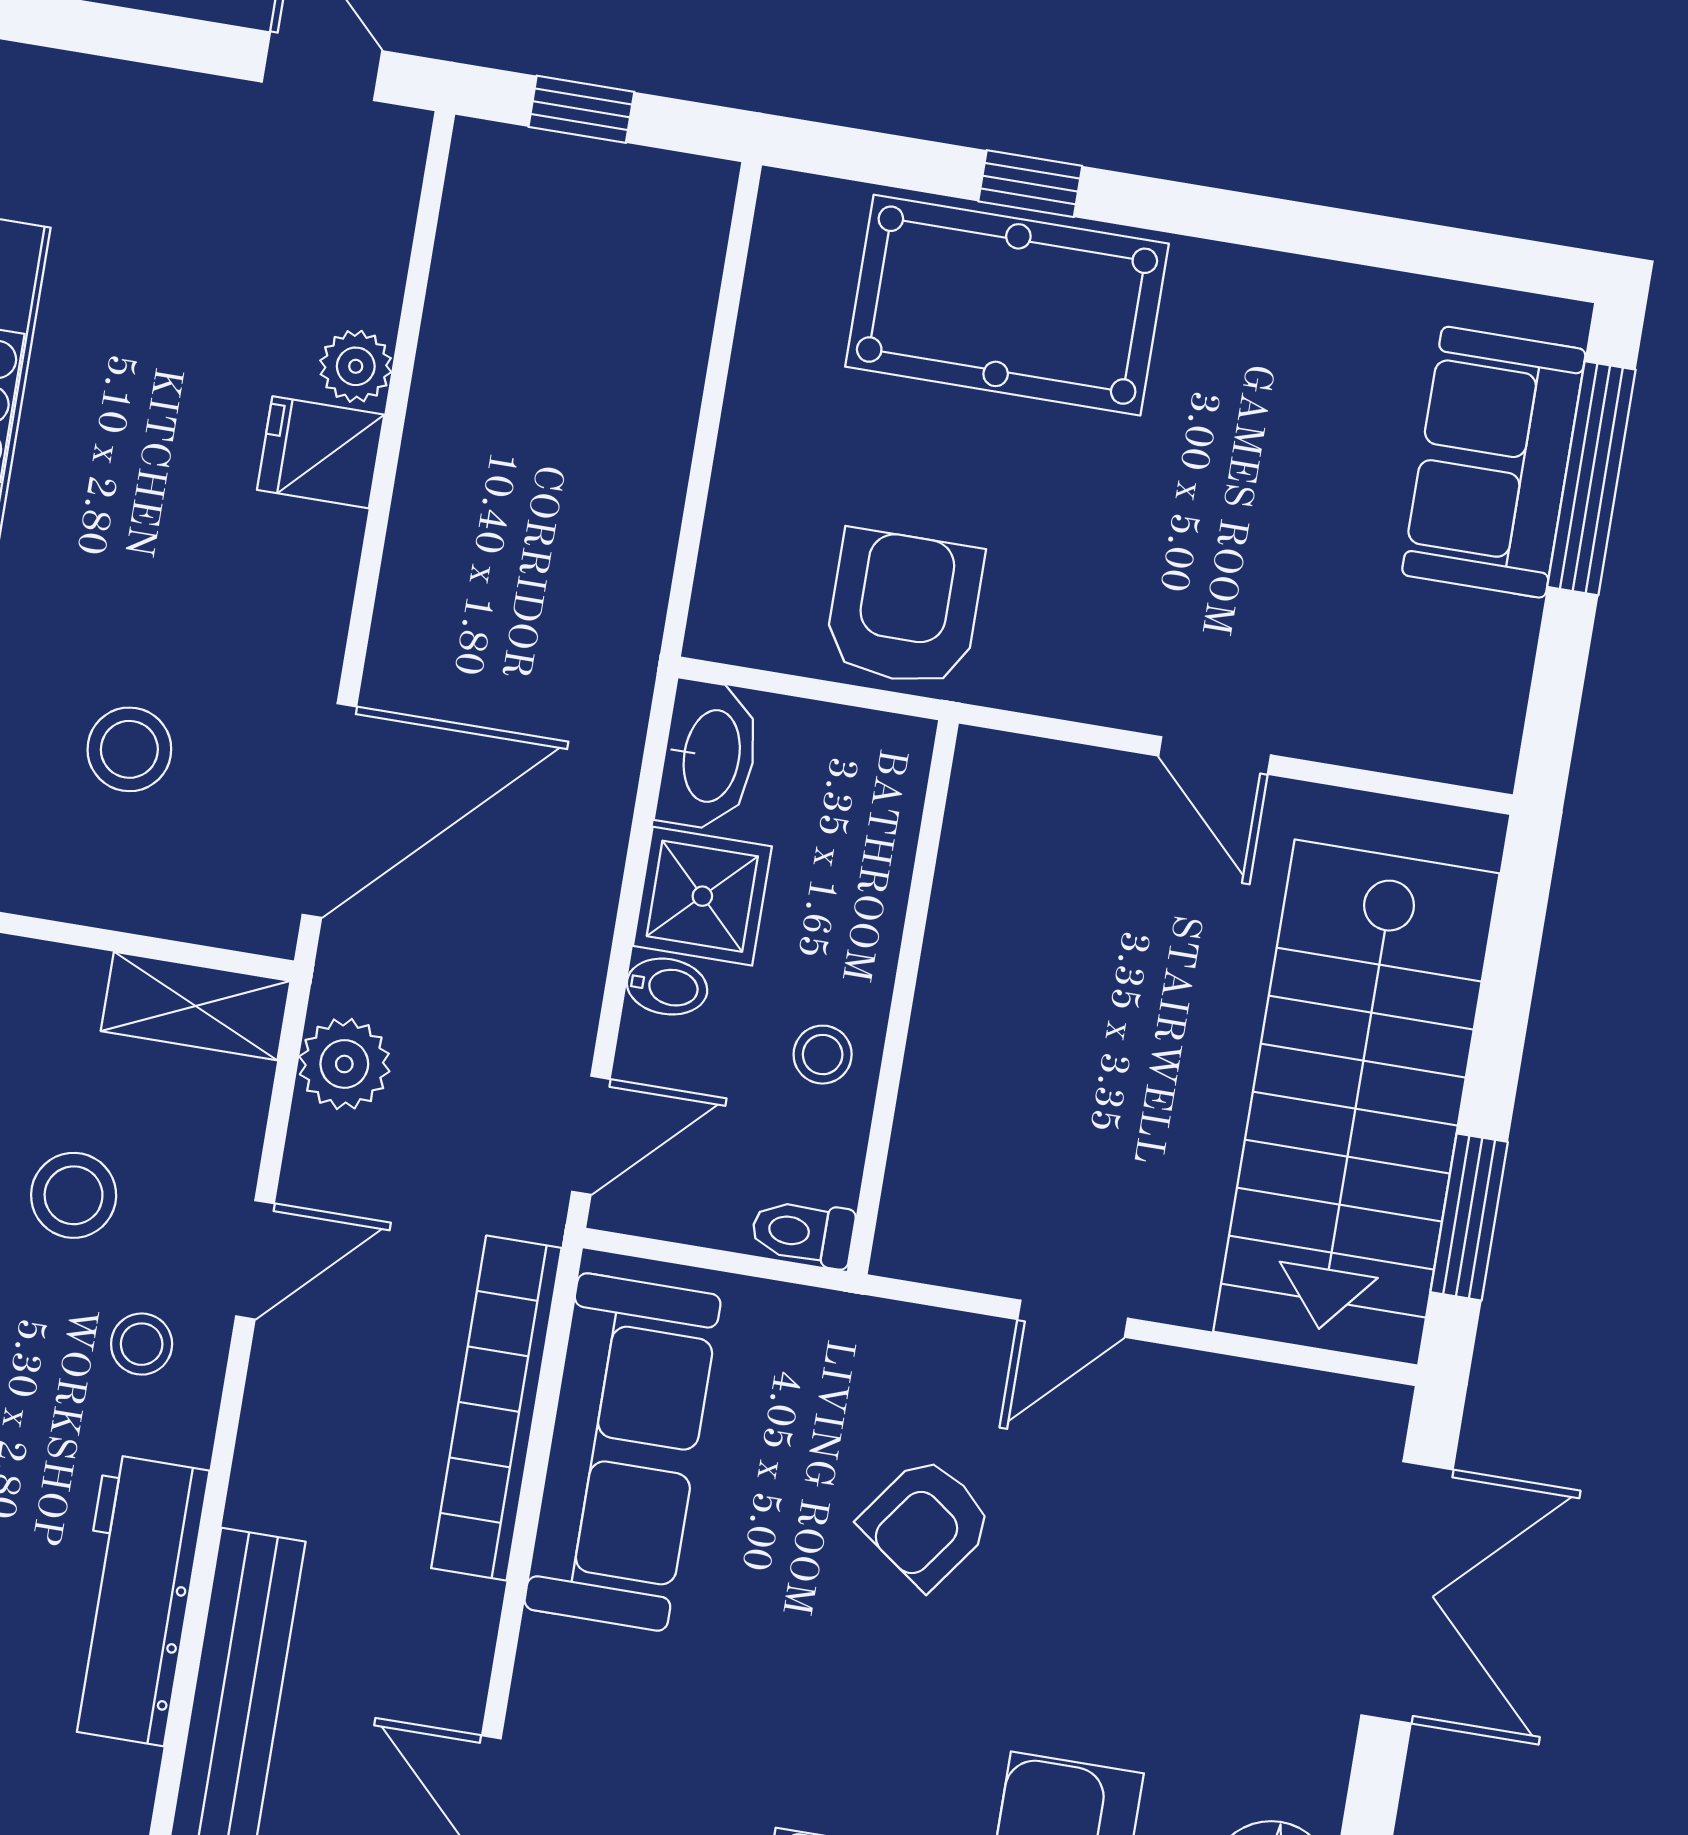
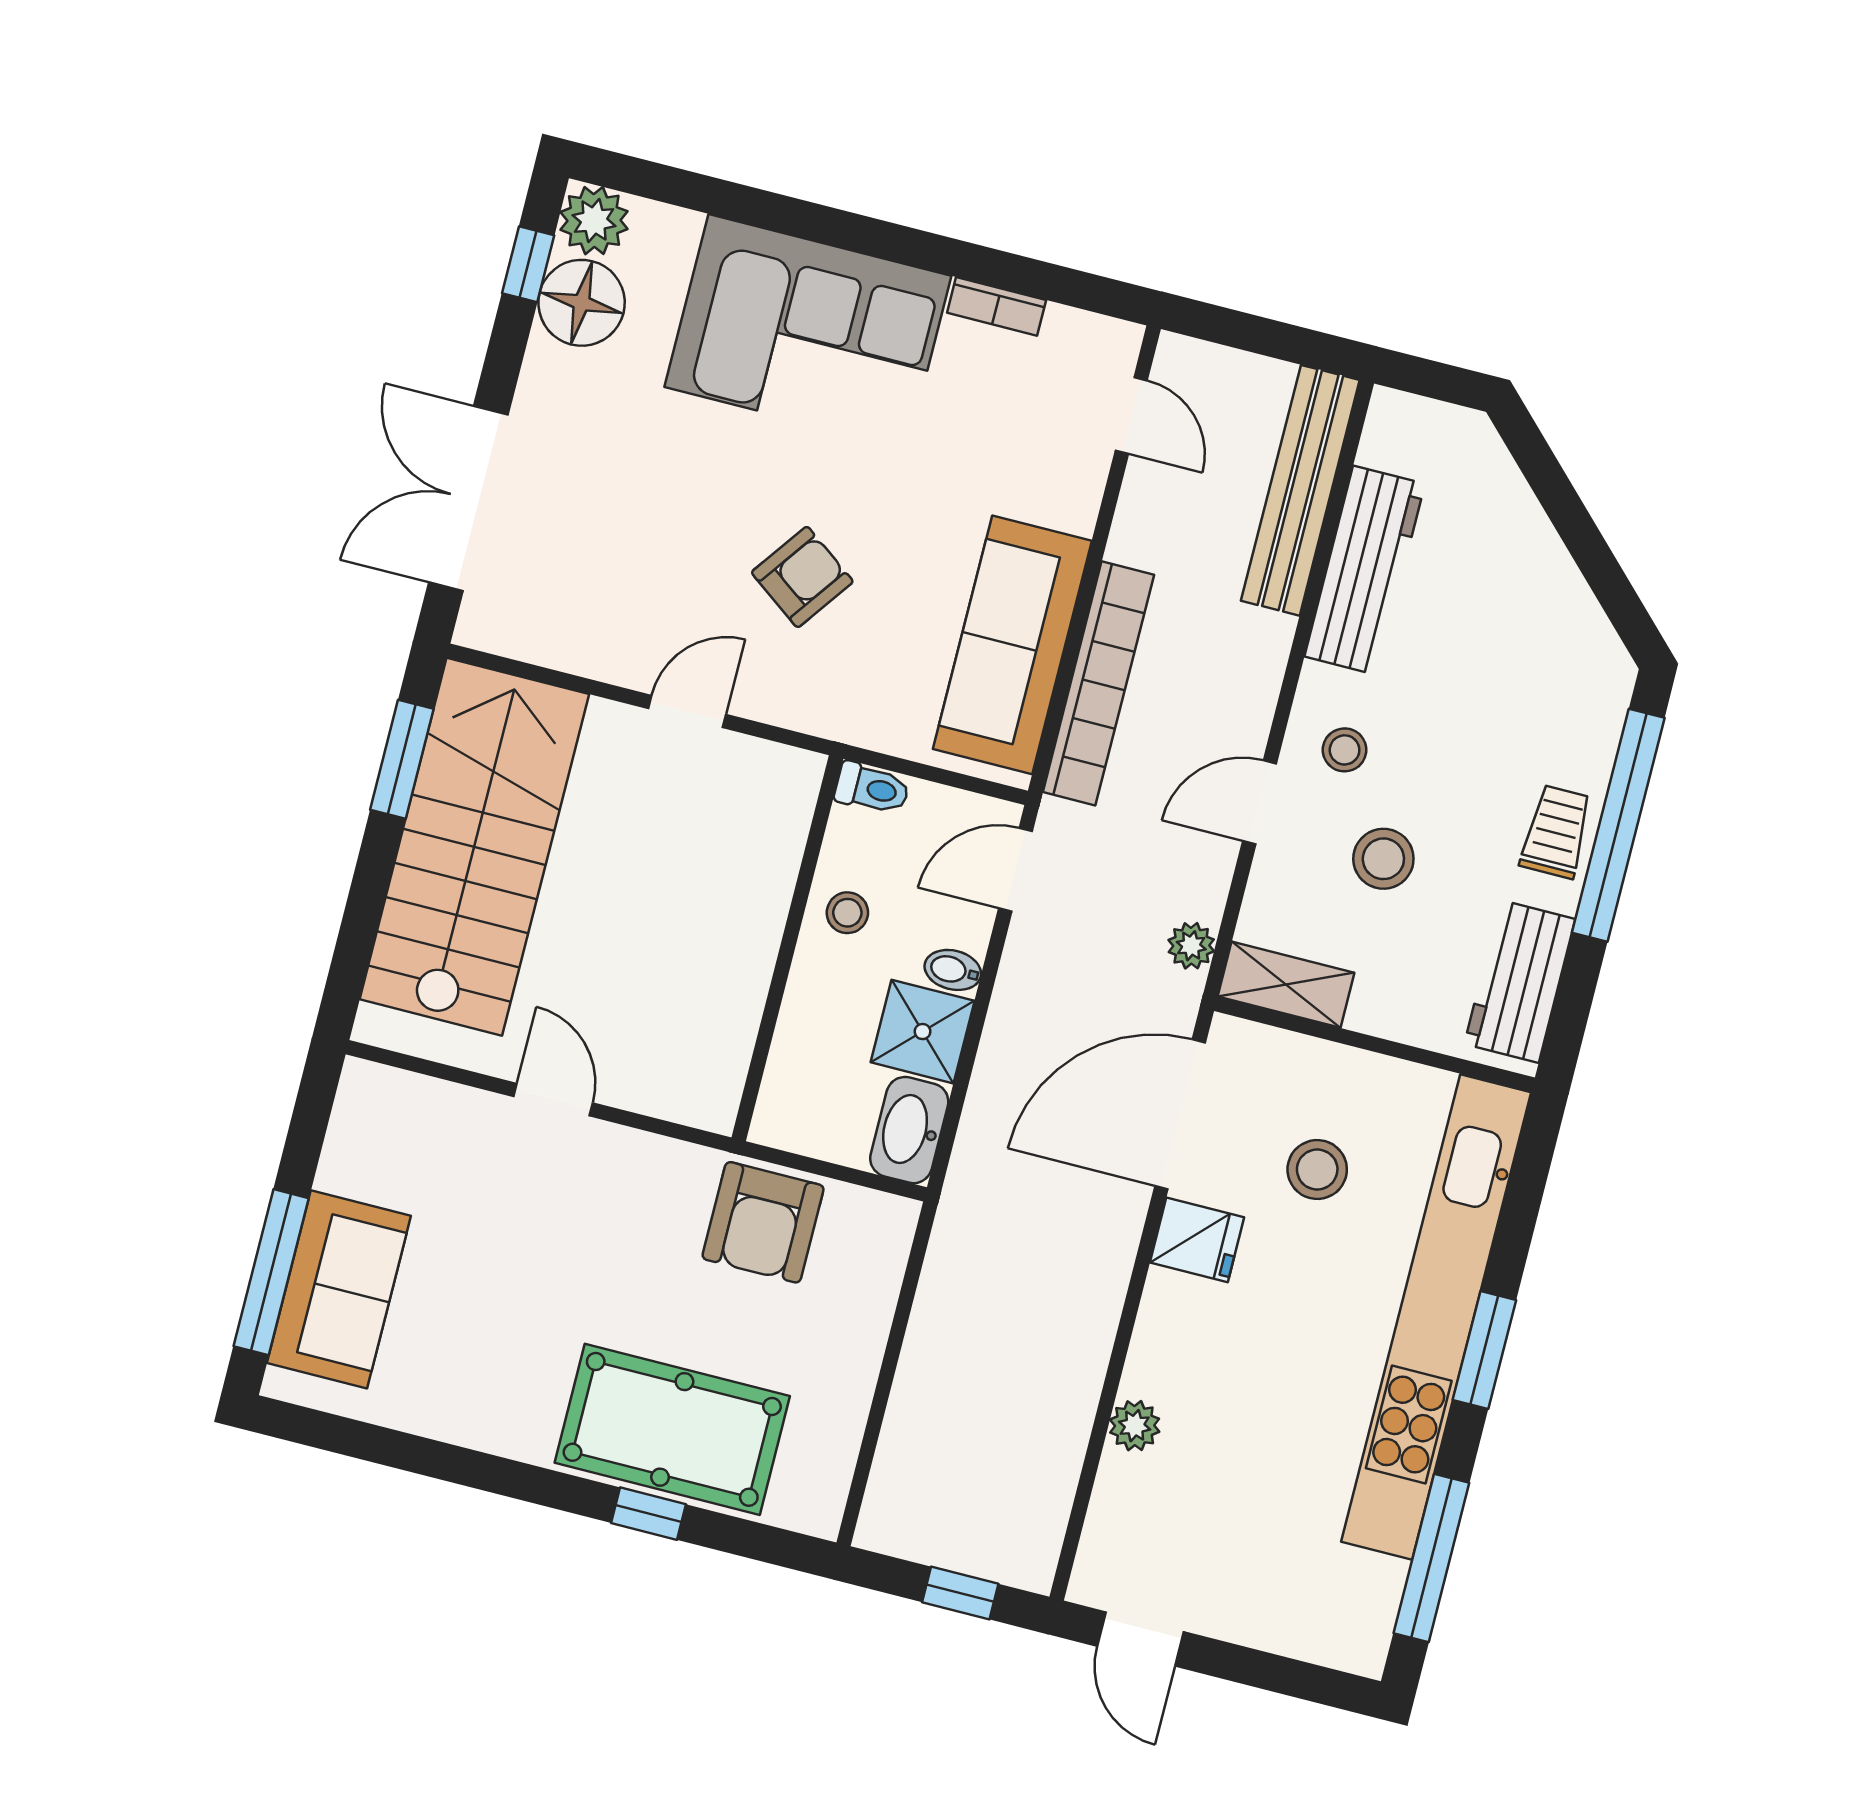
fridge: (321, 452) -> (1197, 1240), moved
plant: (344, 1064) -> (1191, 946), width x0.73, depth x0.73

